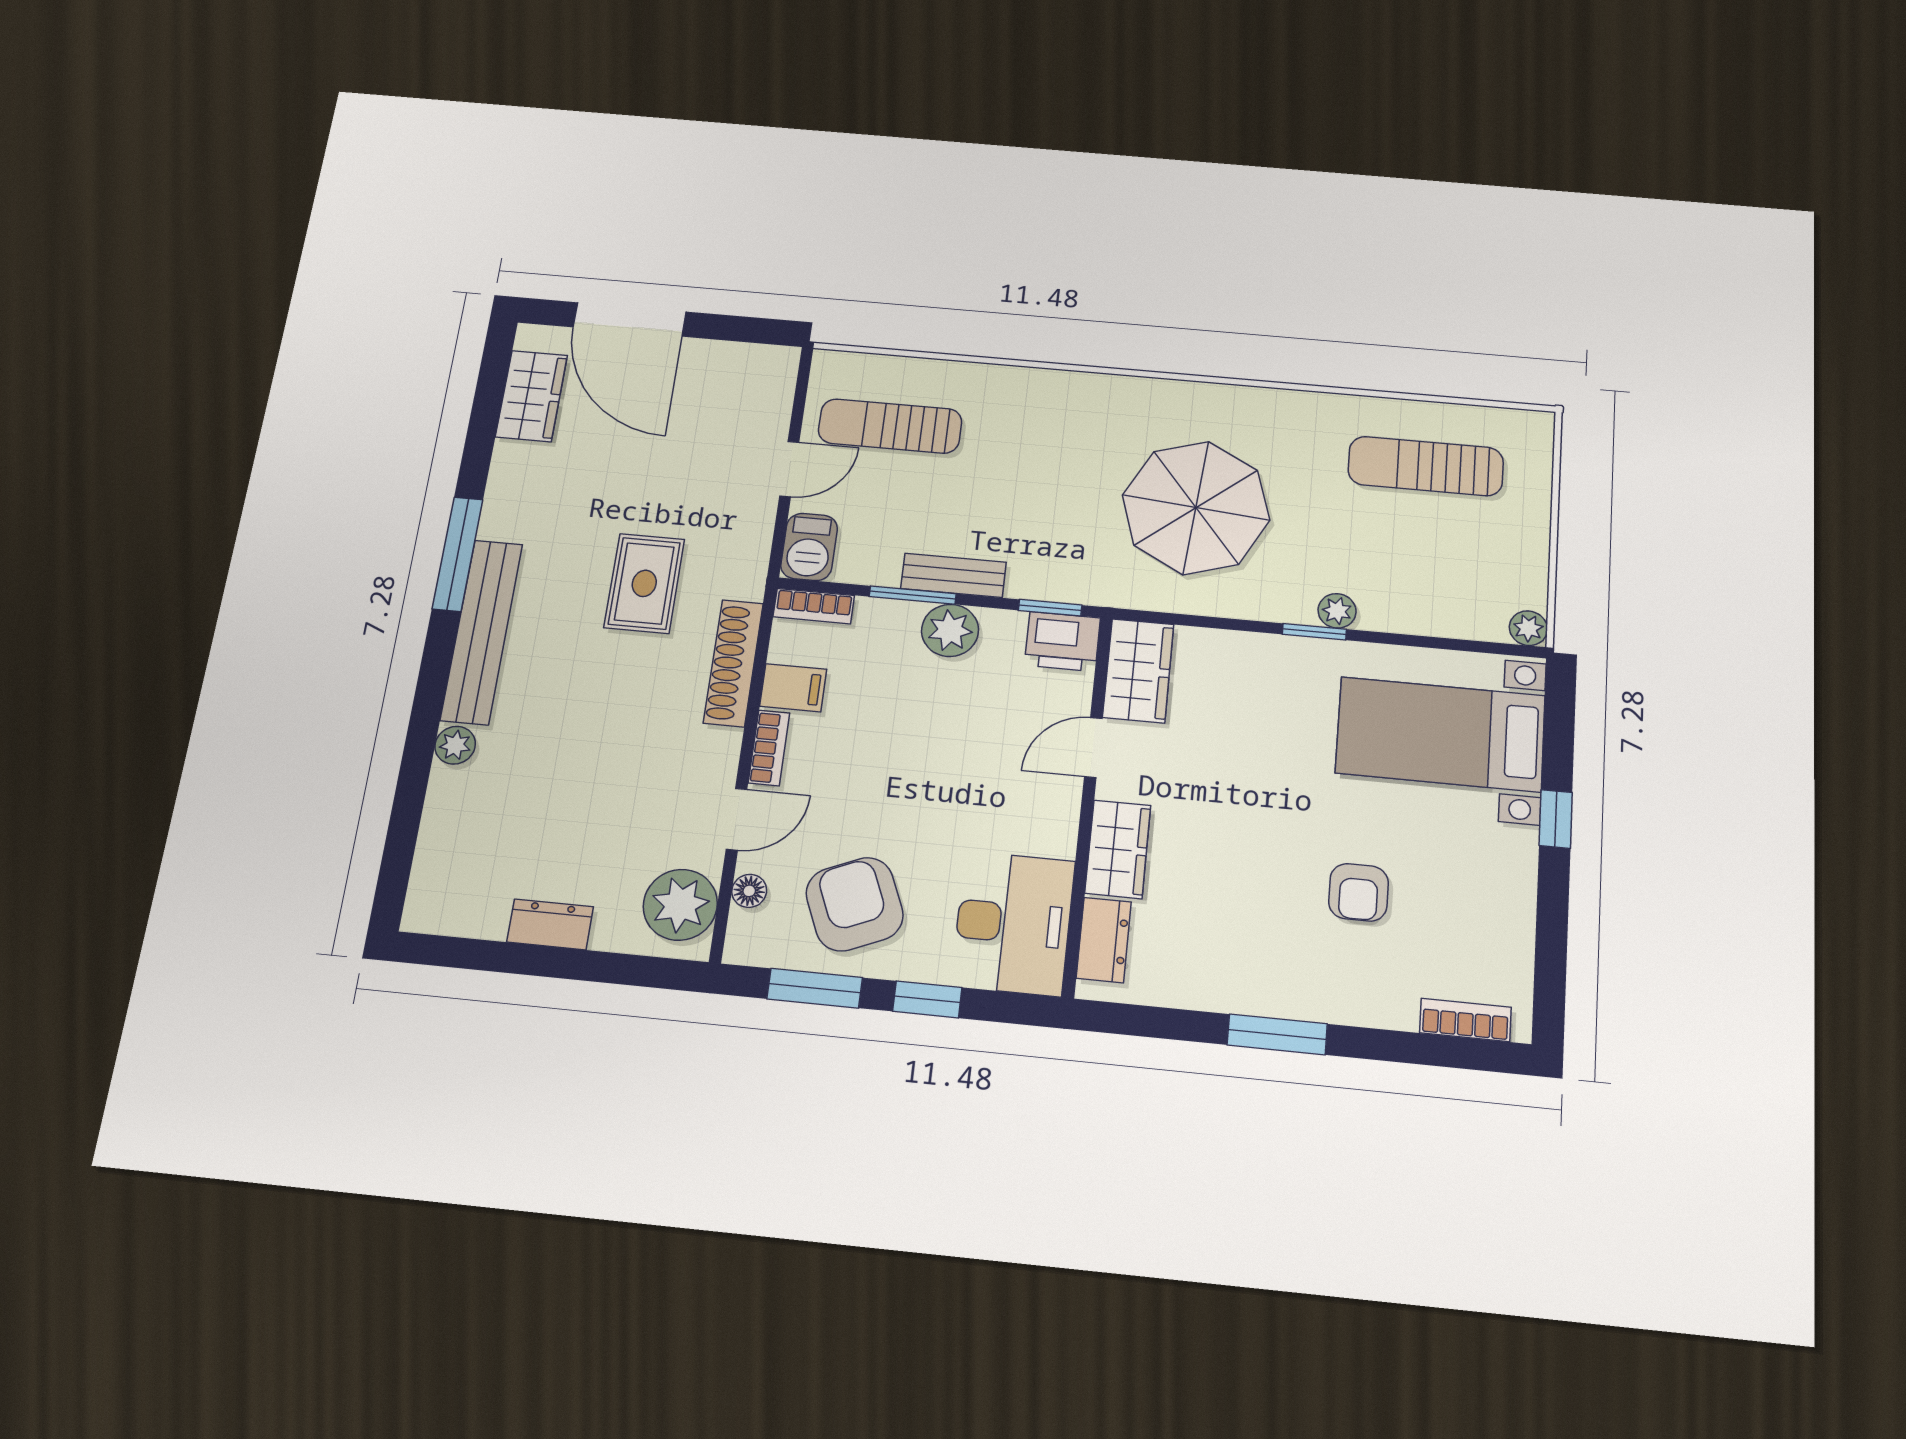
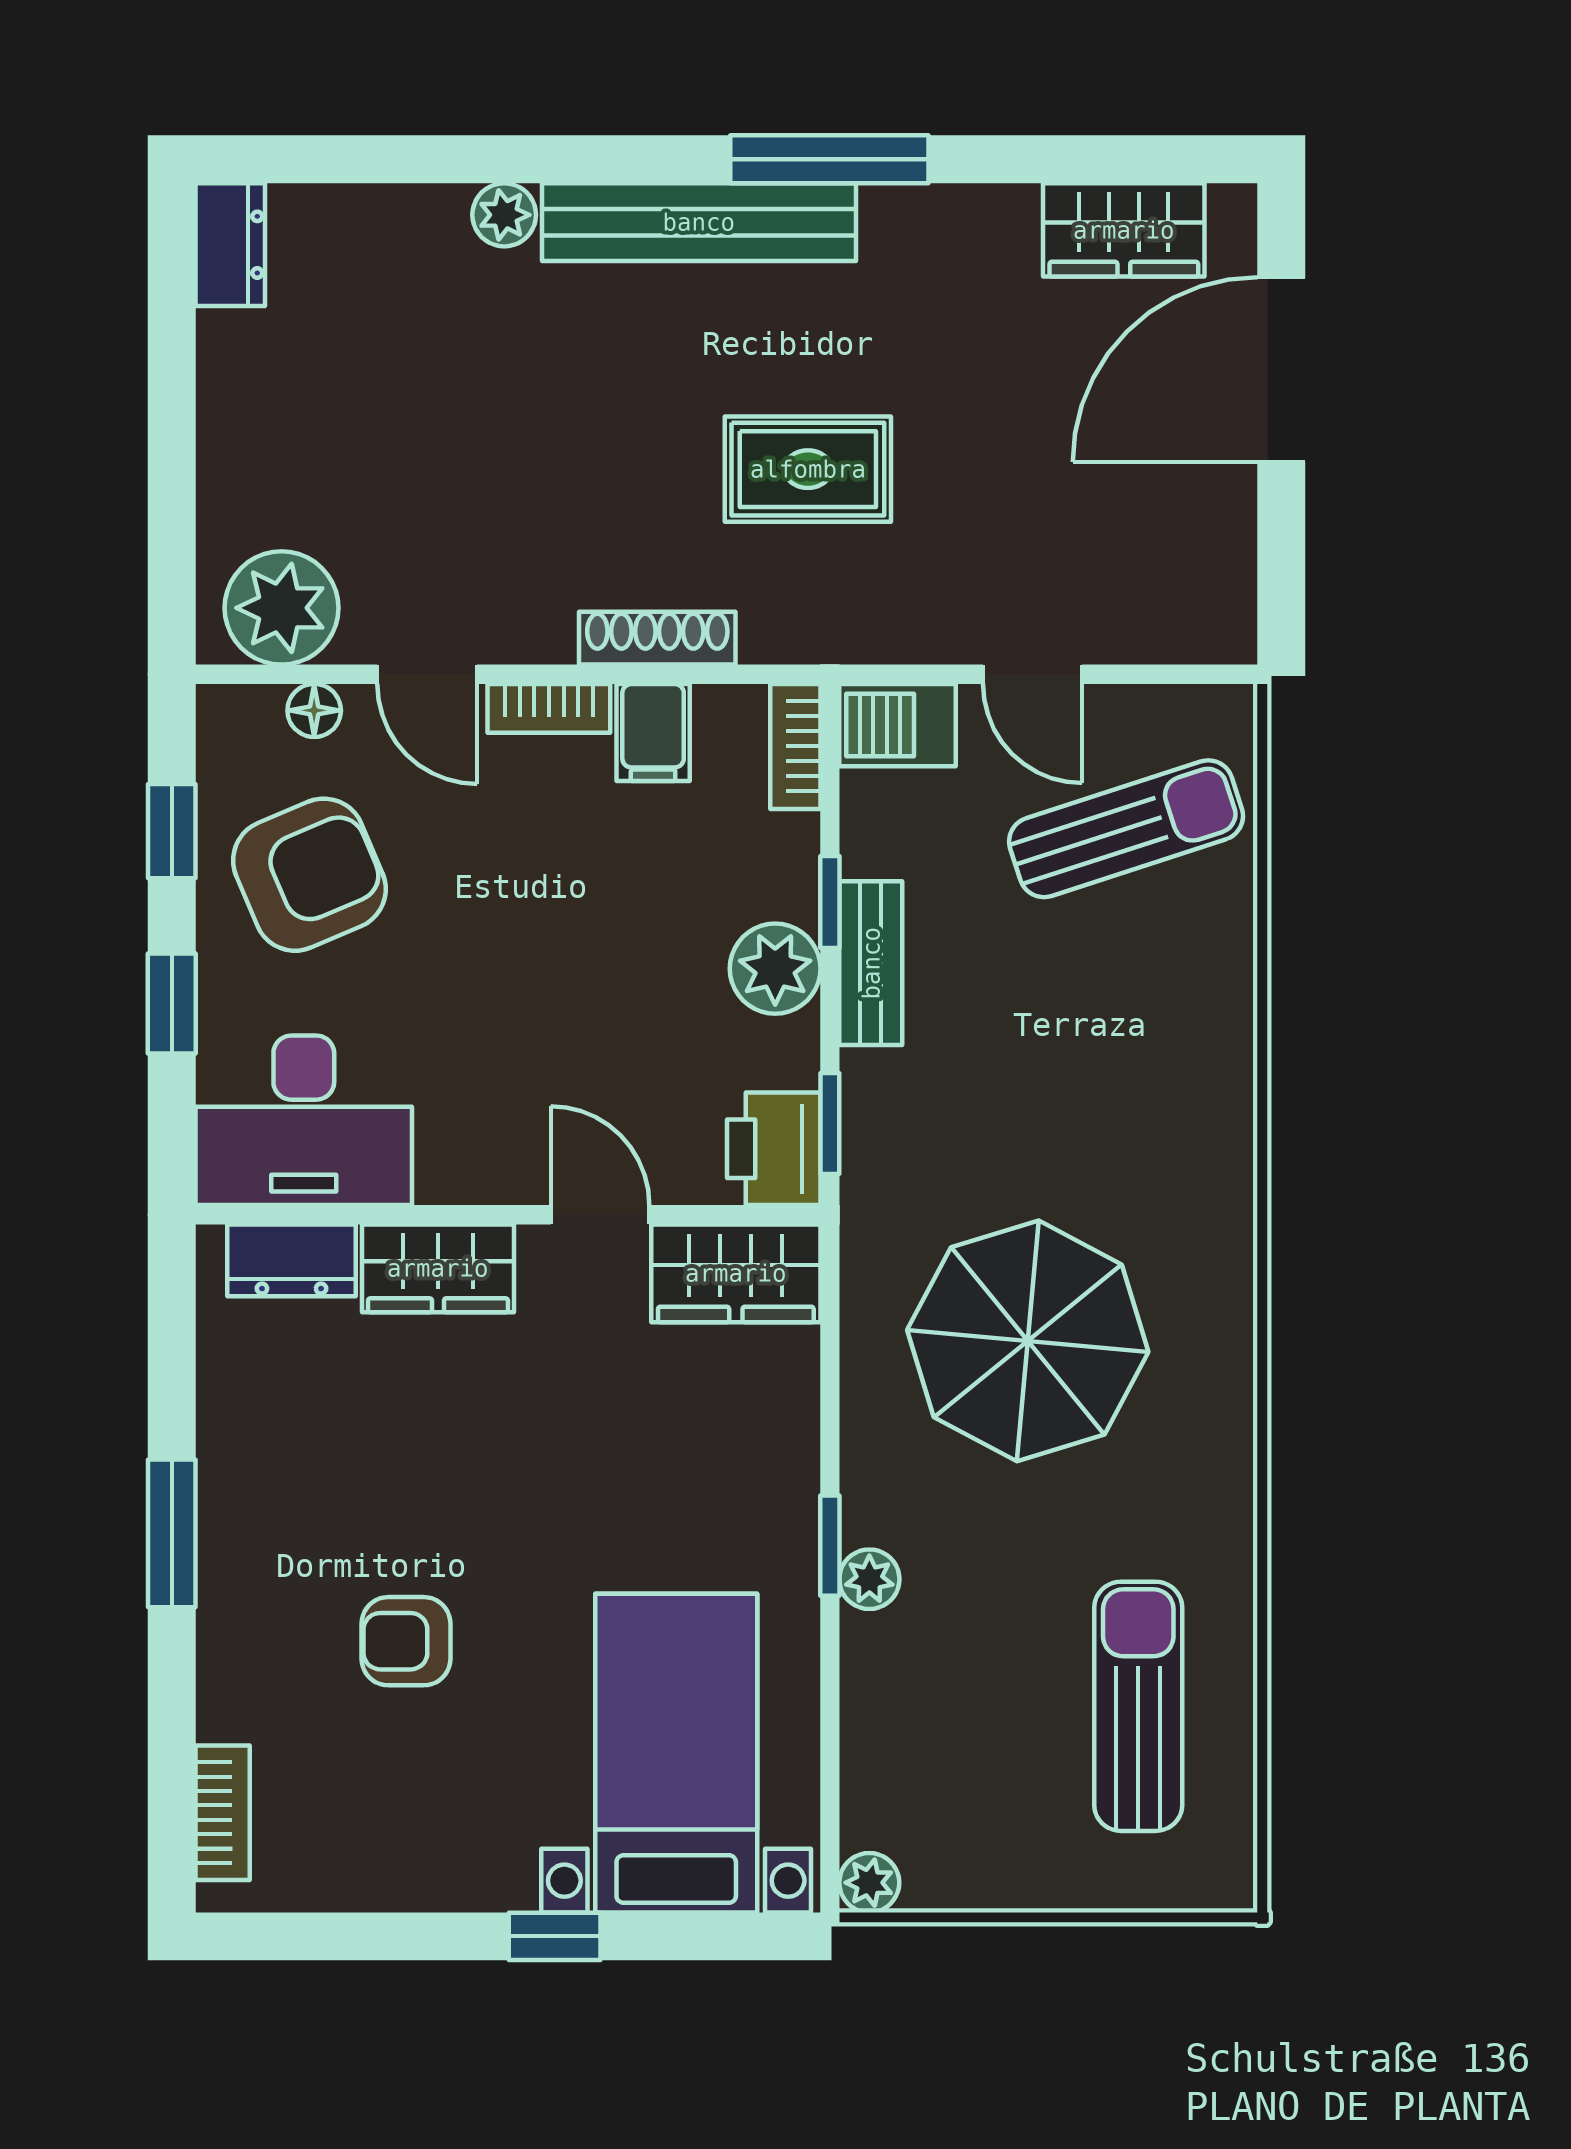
sun lounger: (890, 426) -> (1126, 829), turned 72
window: (913, 595) -> (830, 902), width x0.67
shoe rack: (733, 663) -> (657, 638), width x0.74, depth x0.81
dresser: (550, 924) -> (230, 245), moved
window: (815, 988) -> (172, 831), width x0.67

